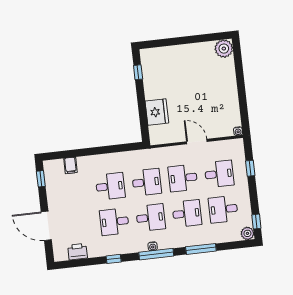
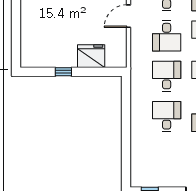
window: (138, 72) -> (63, 72), moved
filing cabinet: (70, 165) -> (139, 157), removed

